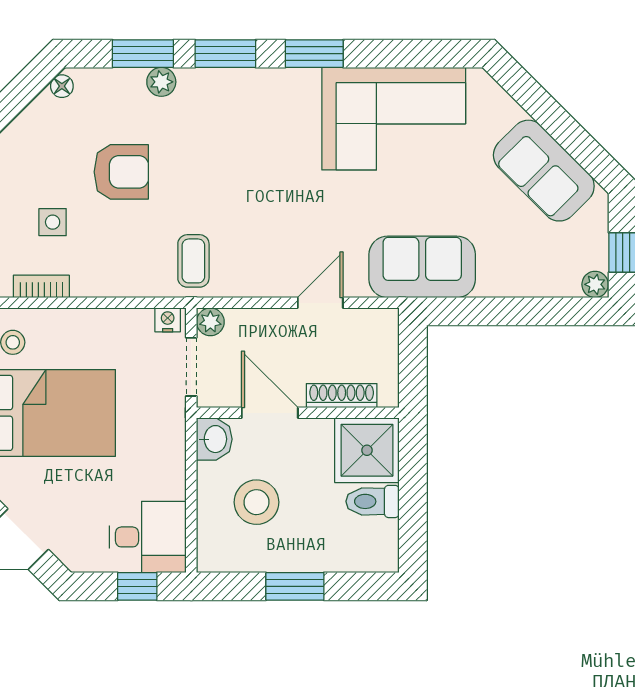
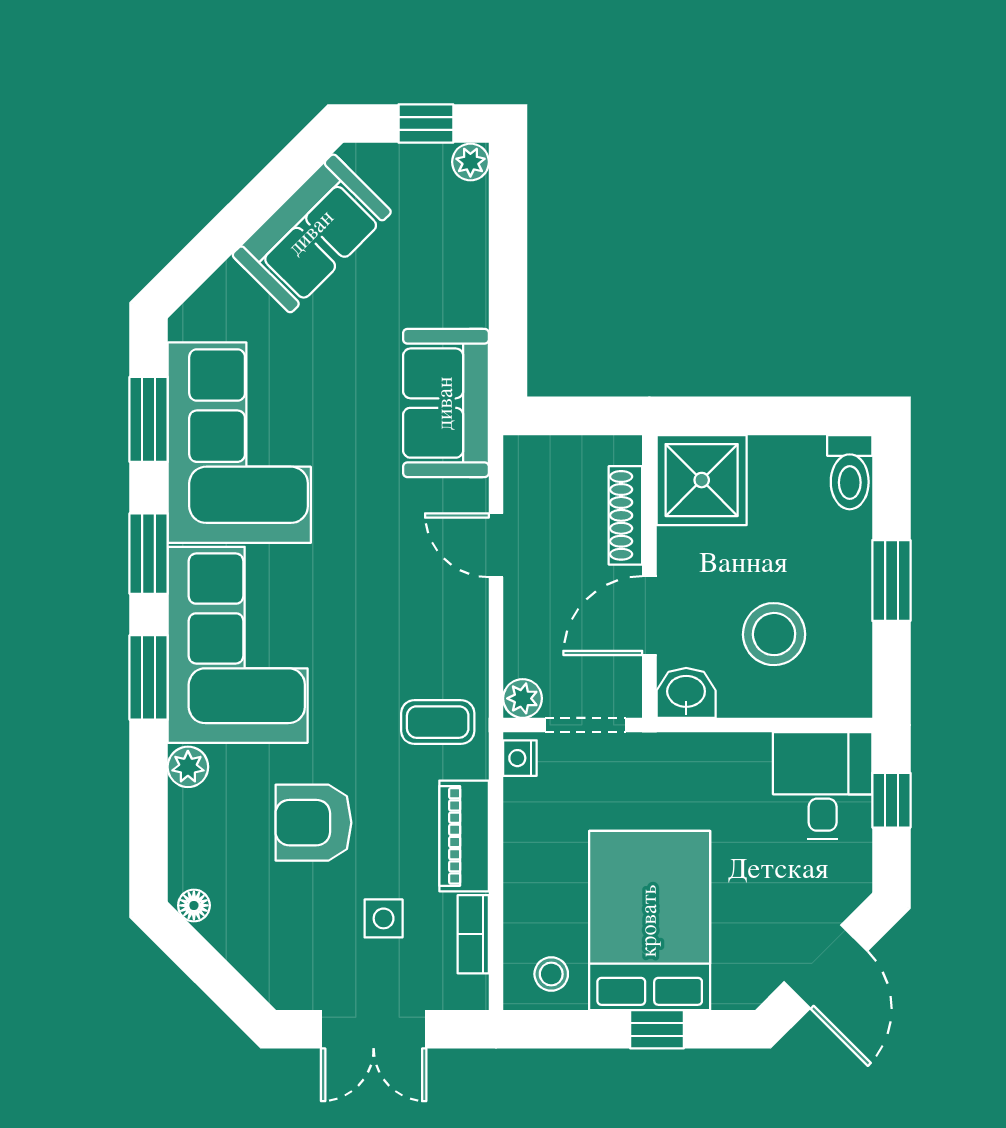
window: (143, 54) -> (149, 419), moved
corner sofa: (249, 118) -> (238, 645), added
armchair: (121, 172) -> (313, 823), turned -90
piano: (112, 280) -> (464, 836), added
toilet: (373, 501) -> (850, 472), moved

